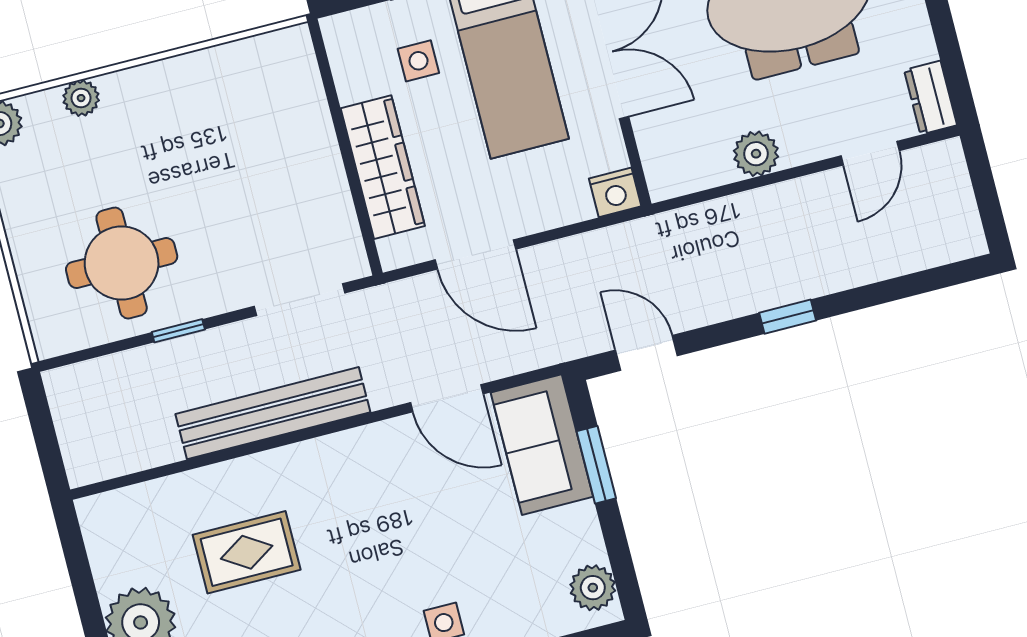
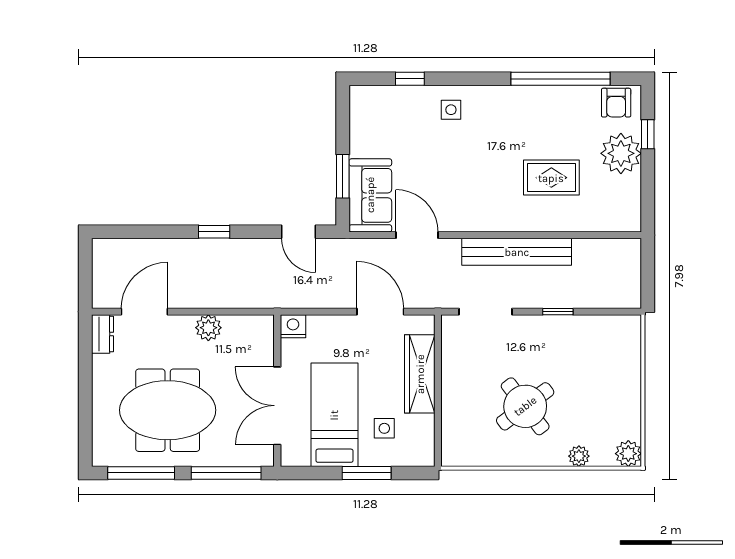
door: (870, 153) -> (144, 312), width x1.38
round table: (122, 263) -> (525, 406), moved, turned -37
plant: (593, 588) -> (362, 108), removed

